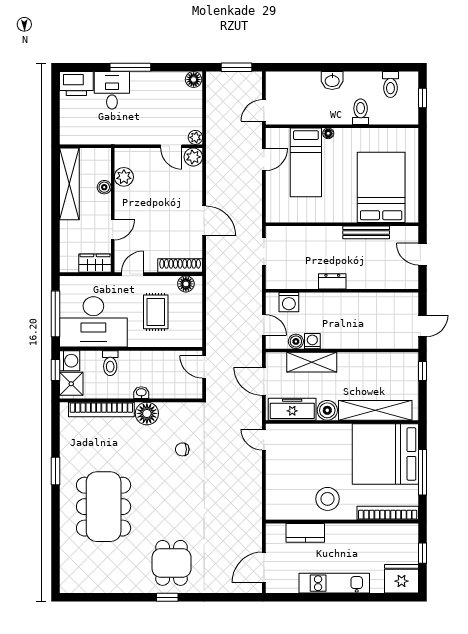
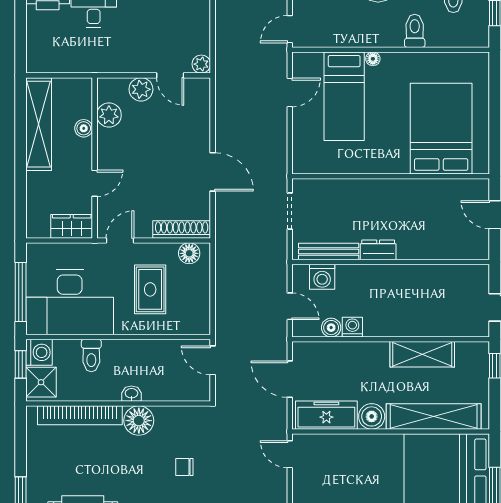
plant: (193, 157) -> (141, 89), moved
bench: (366, 232) -> (329, 251), moved
shelving: (312, 362) -> (422, 354), moved

